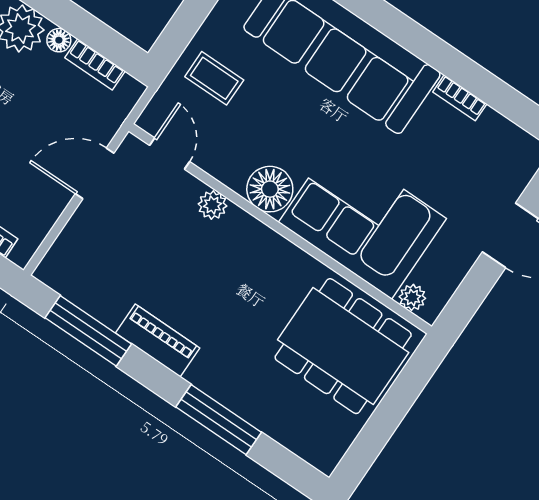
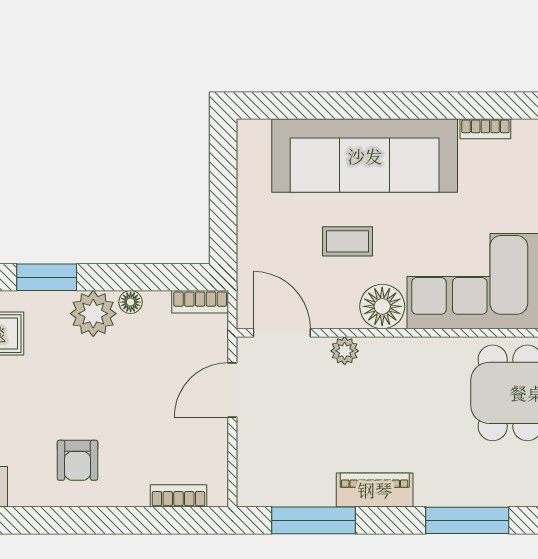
bookcase: (95, 64) -> (200, 302), moved
coffee table: (214, 78) -> (347, 241), moved
door: (170, 154) -> (282, 333), width x1.38

